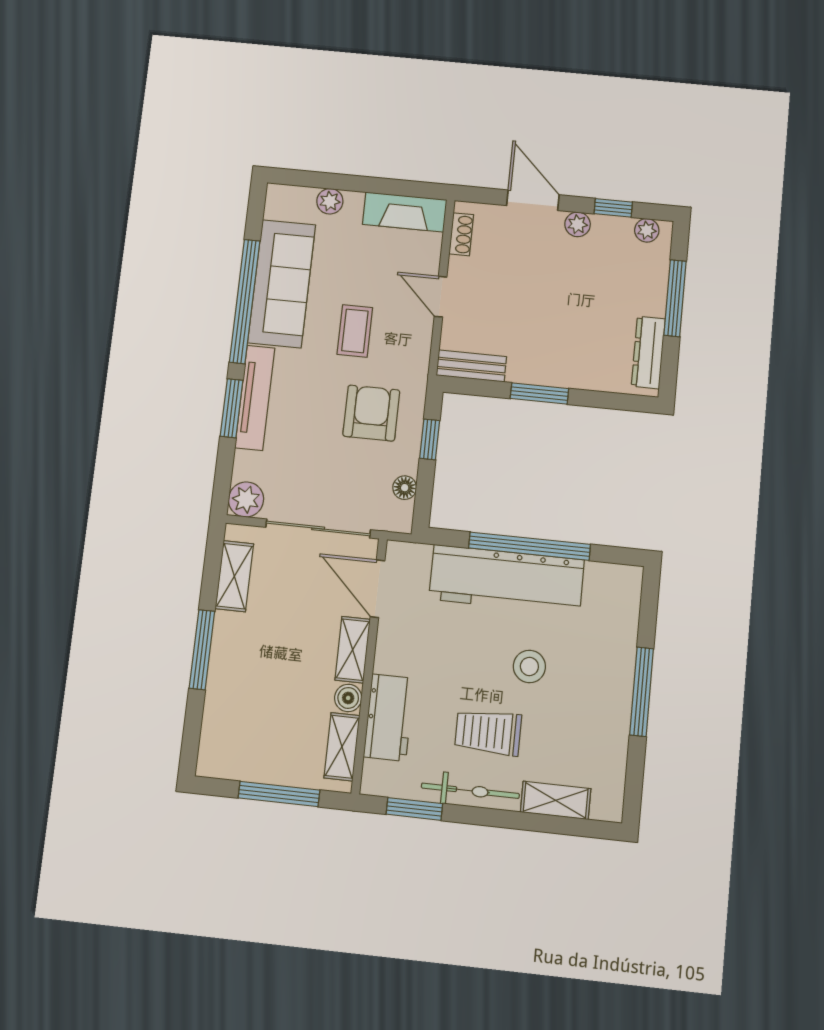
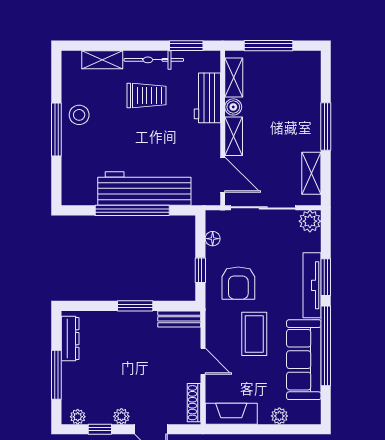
shoe rack: (461, 234) -> (194, 403), width x1.43
coffee table: (355, 331) -> (254, 334), width x1.36, depth x1.30
stool: (529, 666) -> (79, 115), moved

